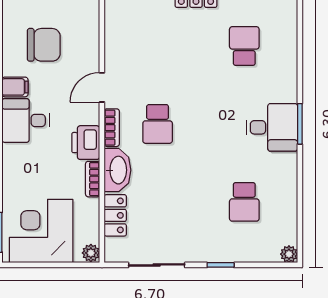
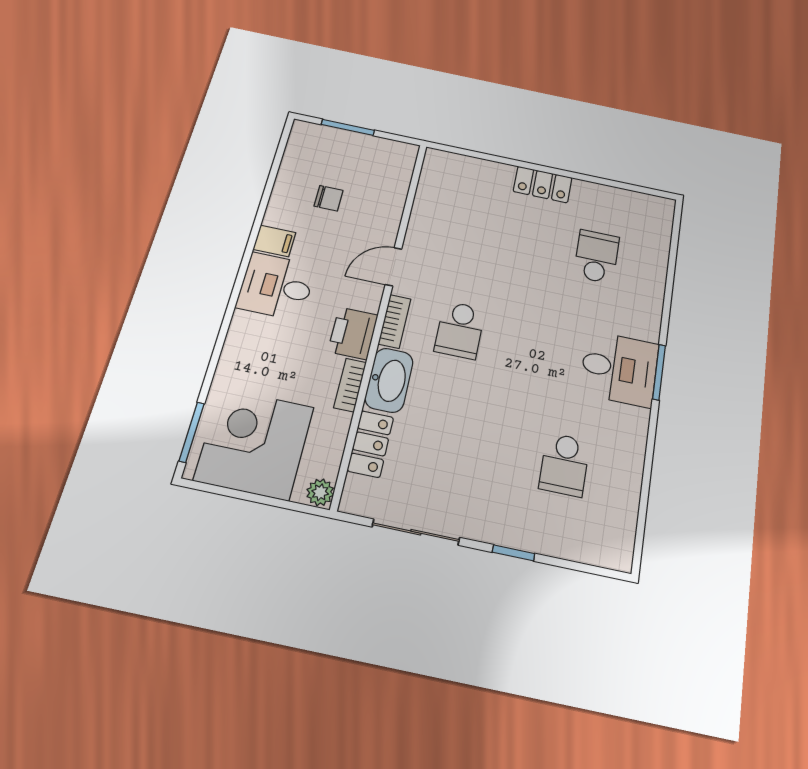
chair: (44, 45) -> (329, 198), width x0.54, depth x0.54
plant: (289, 254) -> (620, 558), removed

